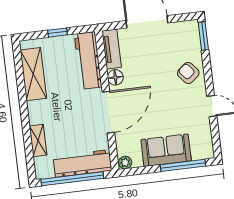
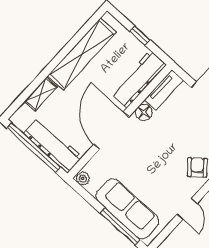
shelving: (33, 74) -> (82, 54), width x1.47
door: (108, 112) -> (111, 131), swing flipped
sofa: (166, 150) -> (127, 209), width x1.36

